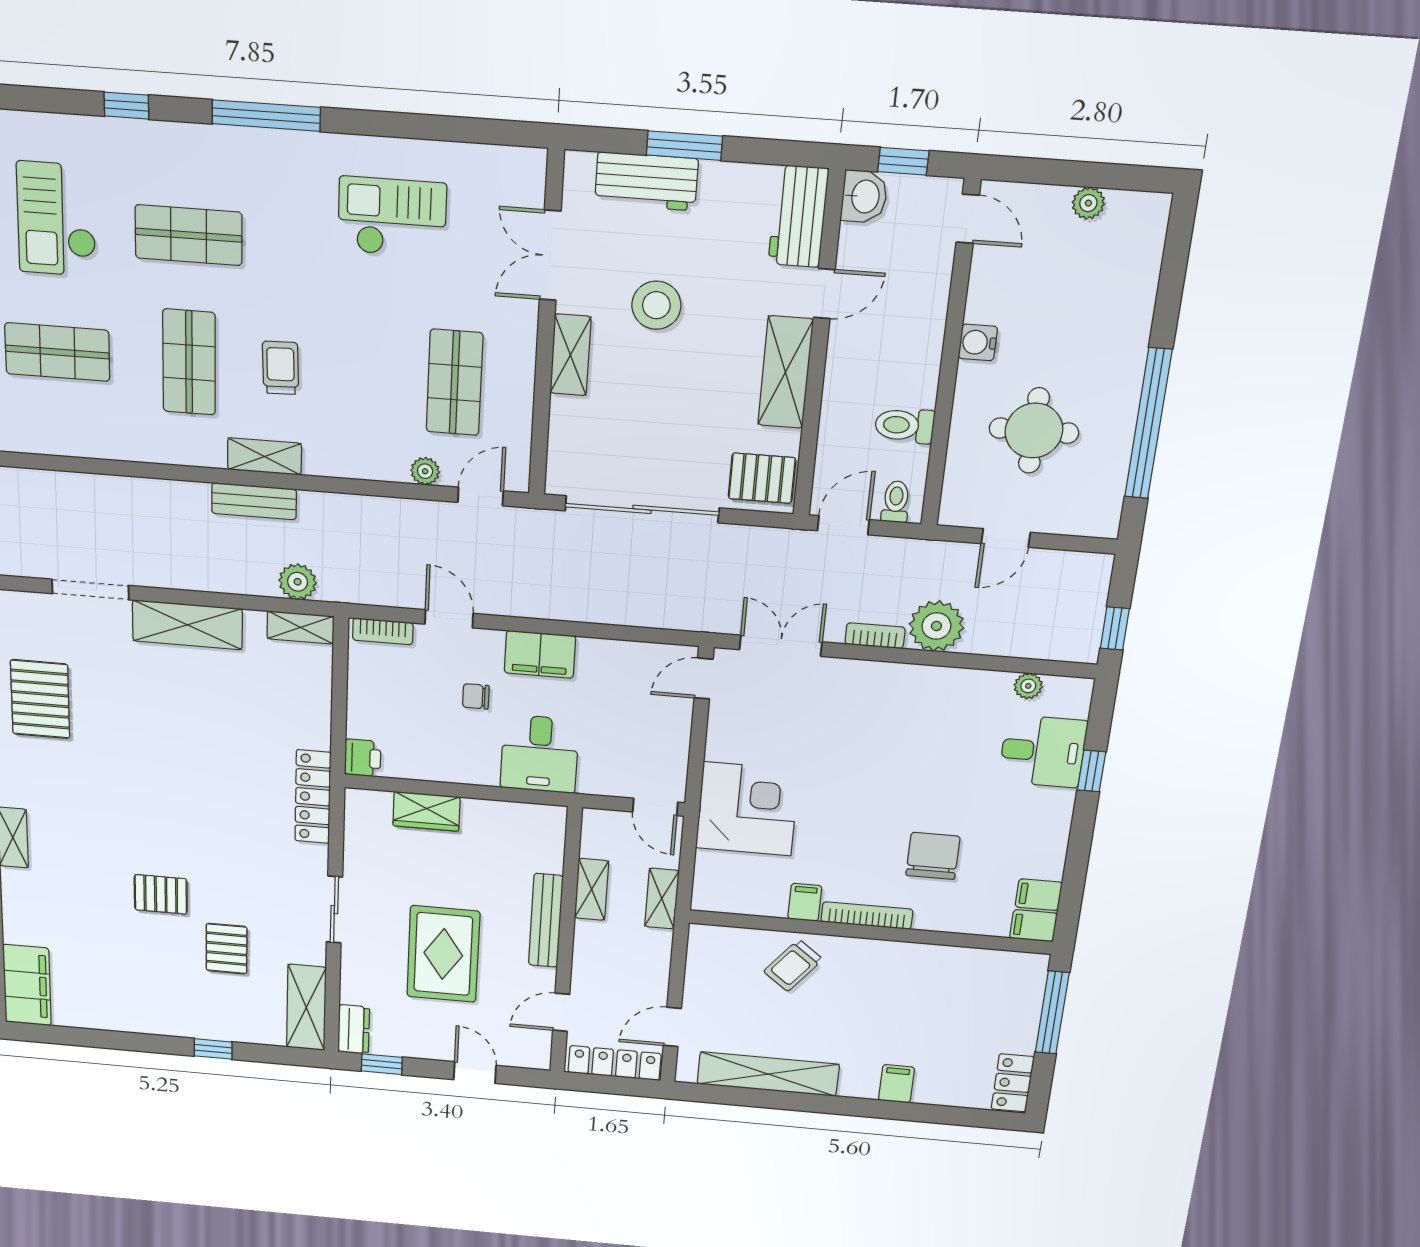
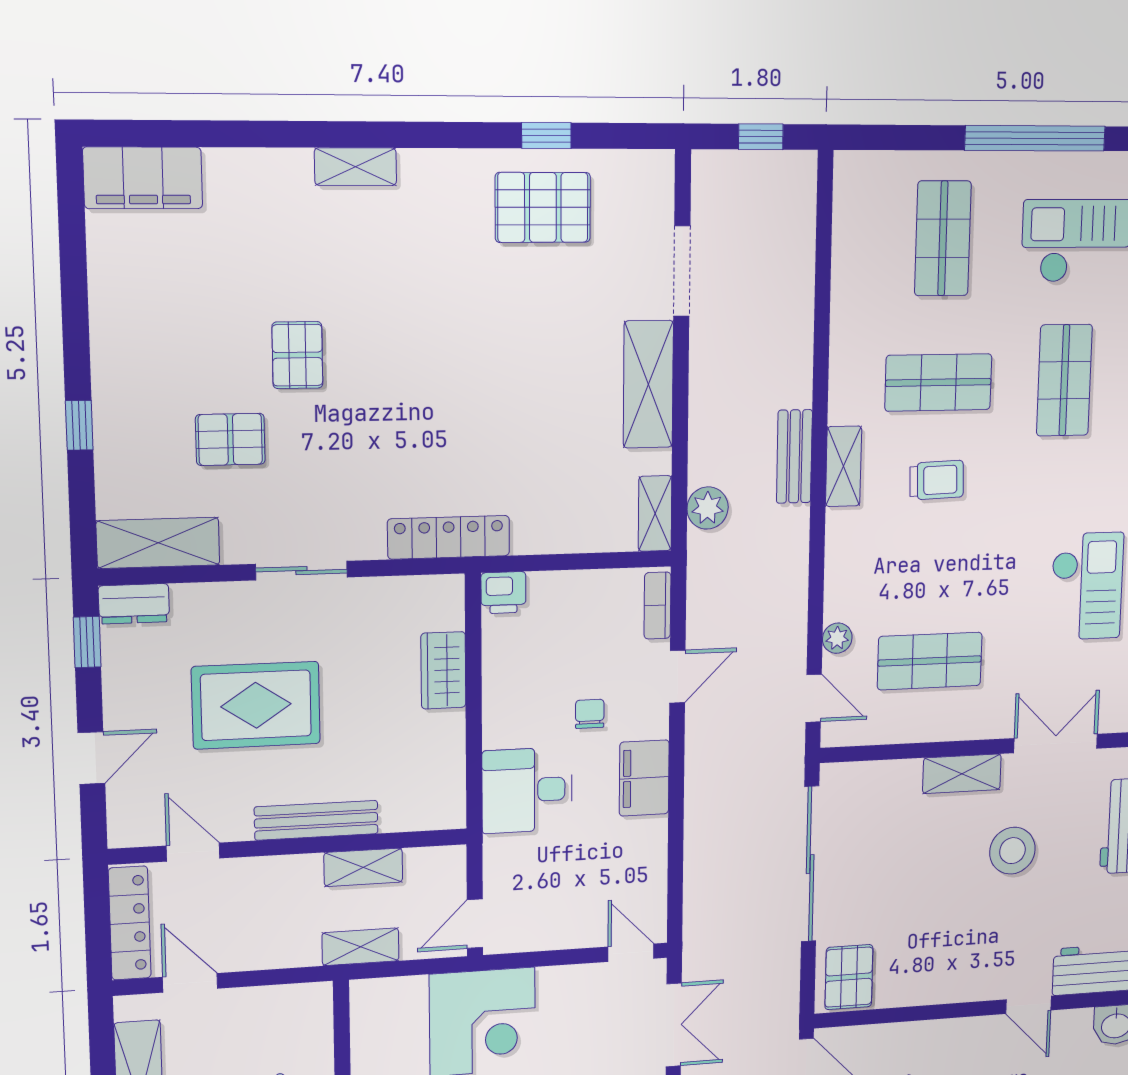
shelving: (785, 372) -> (954, 982), removed

